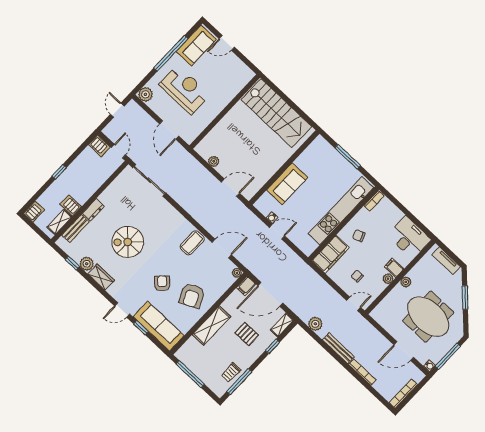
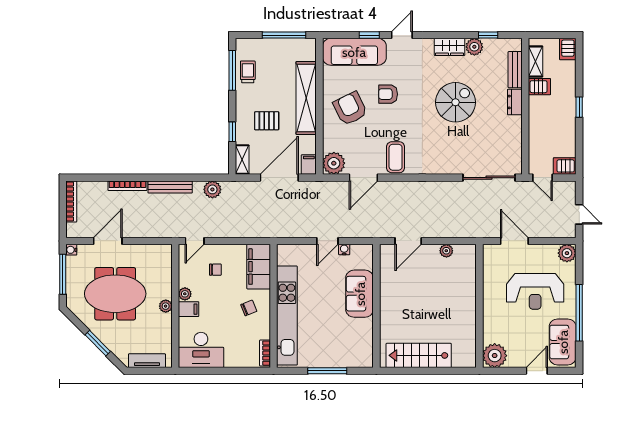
plant: (243, 75) -> (495, 356), added
stairs: (276, 113) -> (419, 355), width x0.73, depth x0.66
plant: (237, 273) -> (334, 163), width x1.87, depth x1.87
armchair: (162, 283) -> (388, 94), turned 135
shelving: (212, 326) -> (306, 98), width x1.47

